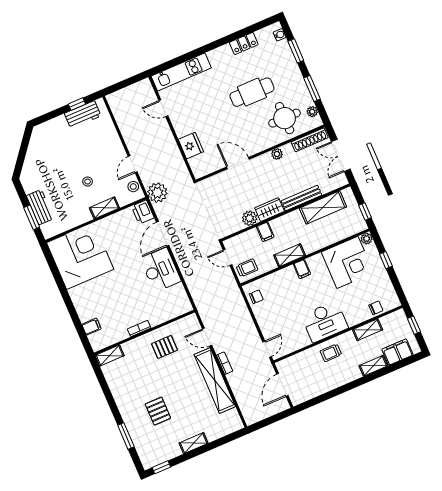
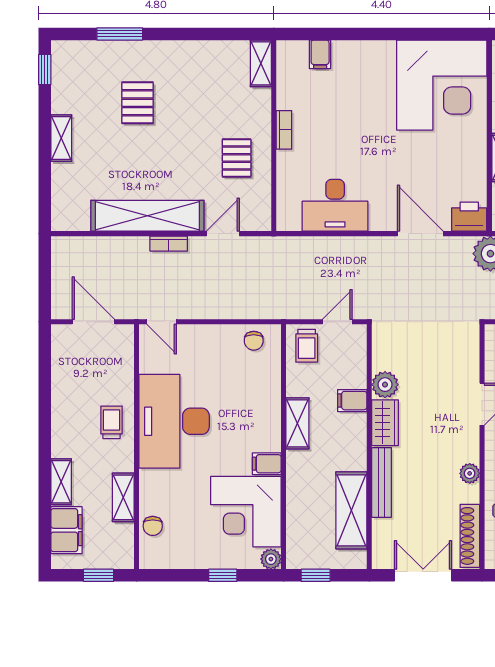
filing cabinet: (302, 269) -> (267, 464), moved
desk: (161, 270) -> (335, 205), moved
desk: (325, 322) -> (174, 421), width x1.36, depth x1.30
pallet: (158, 411) -> (138, 103), turned 90

